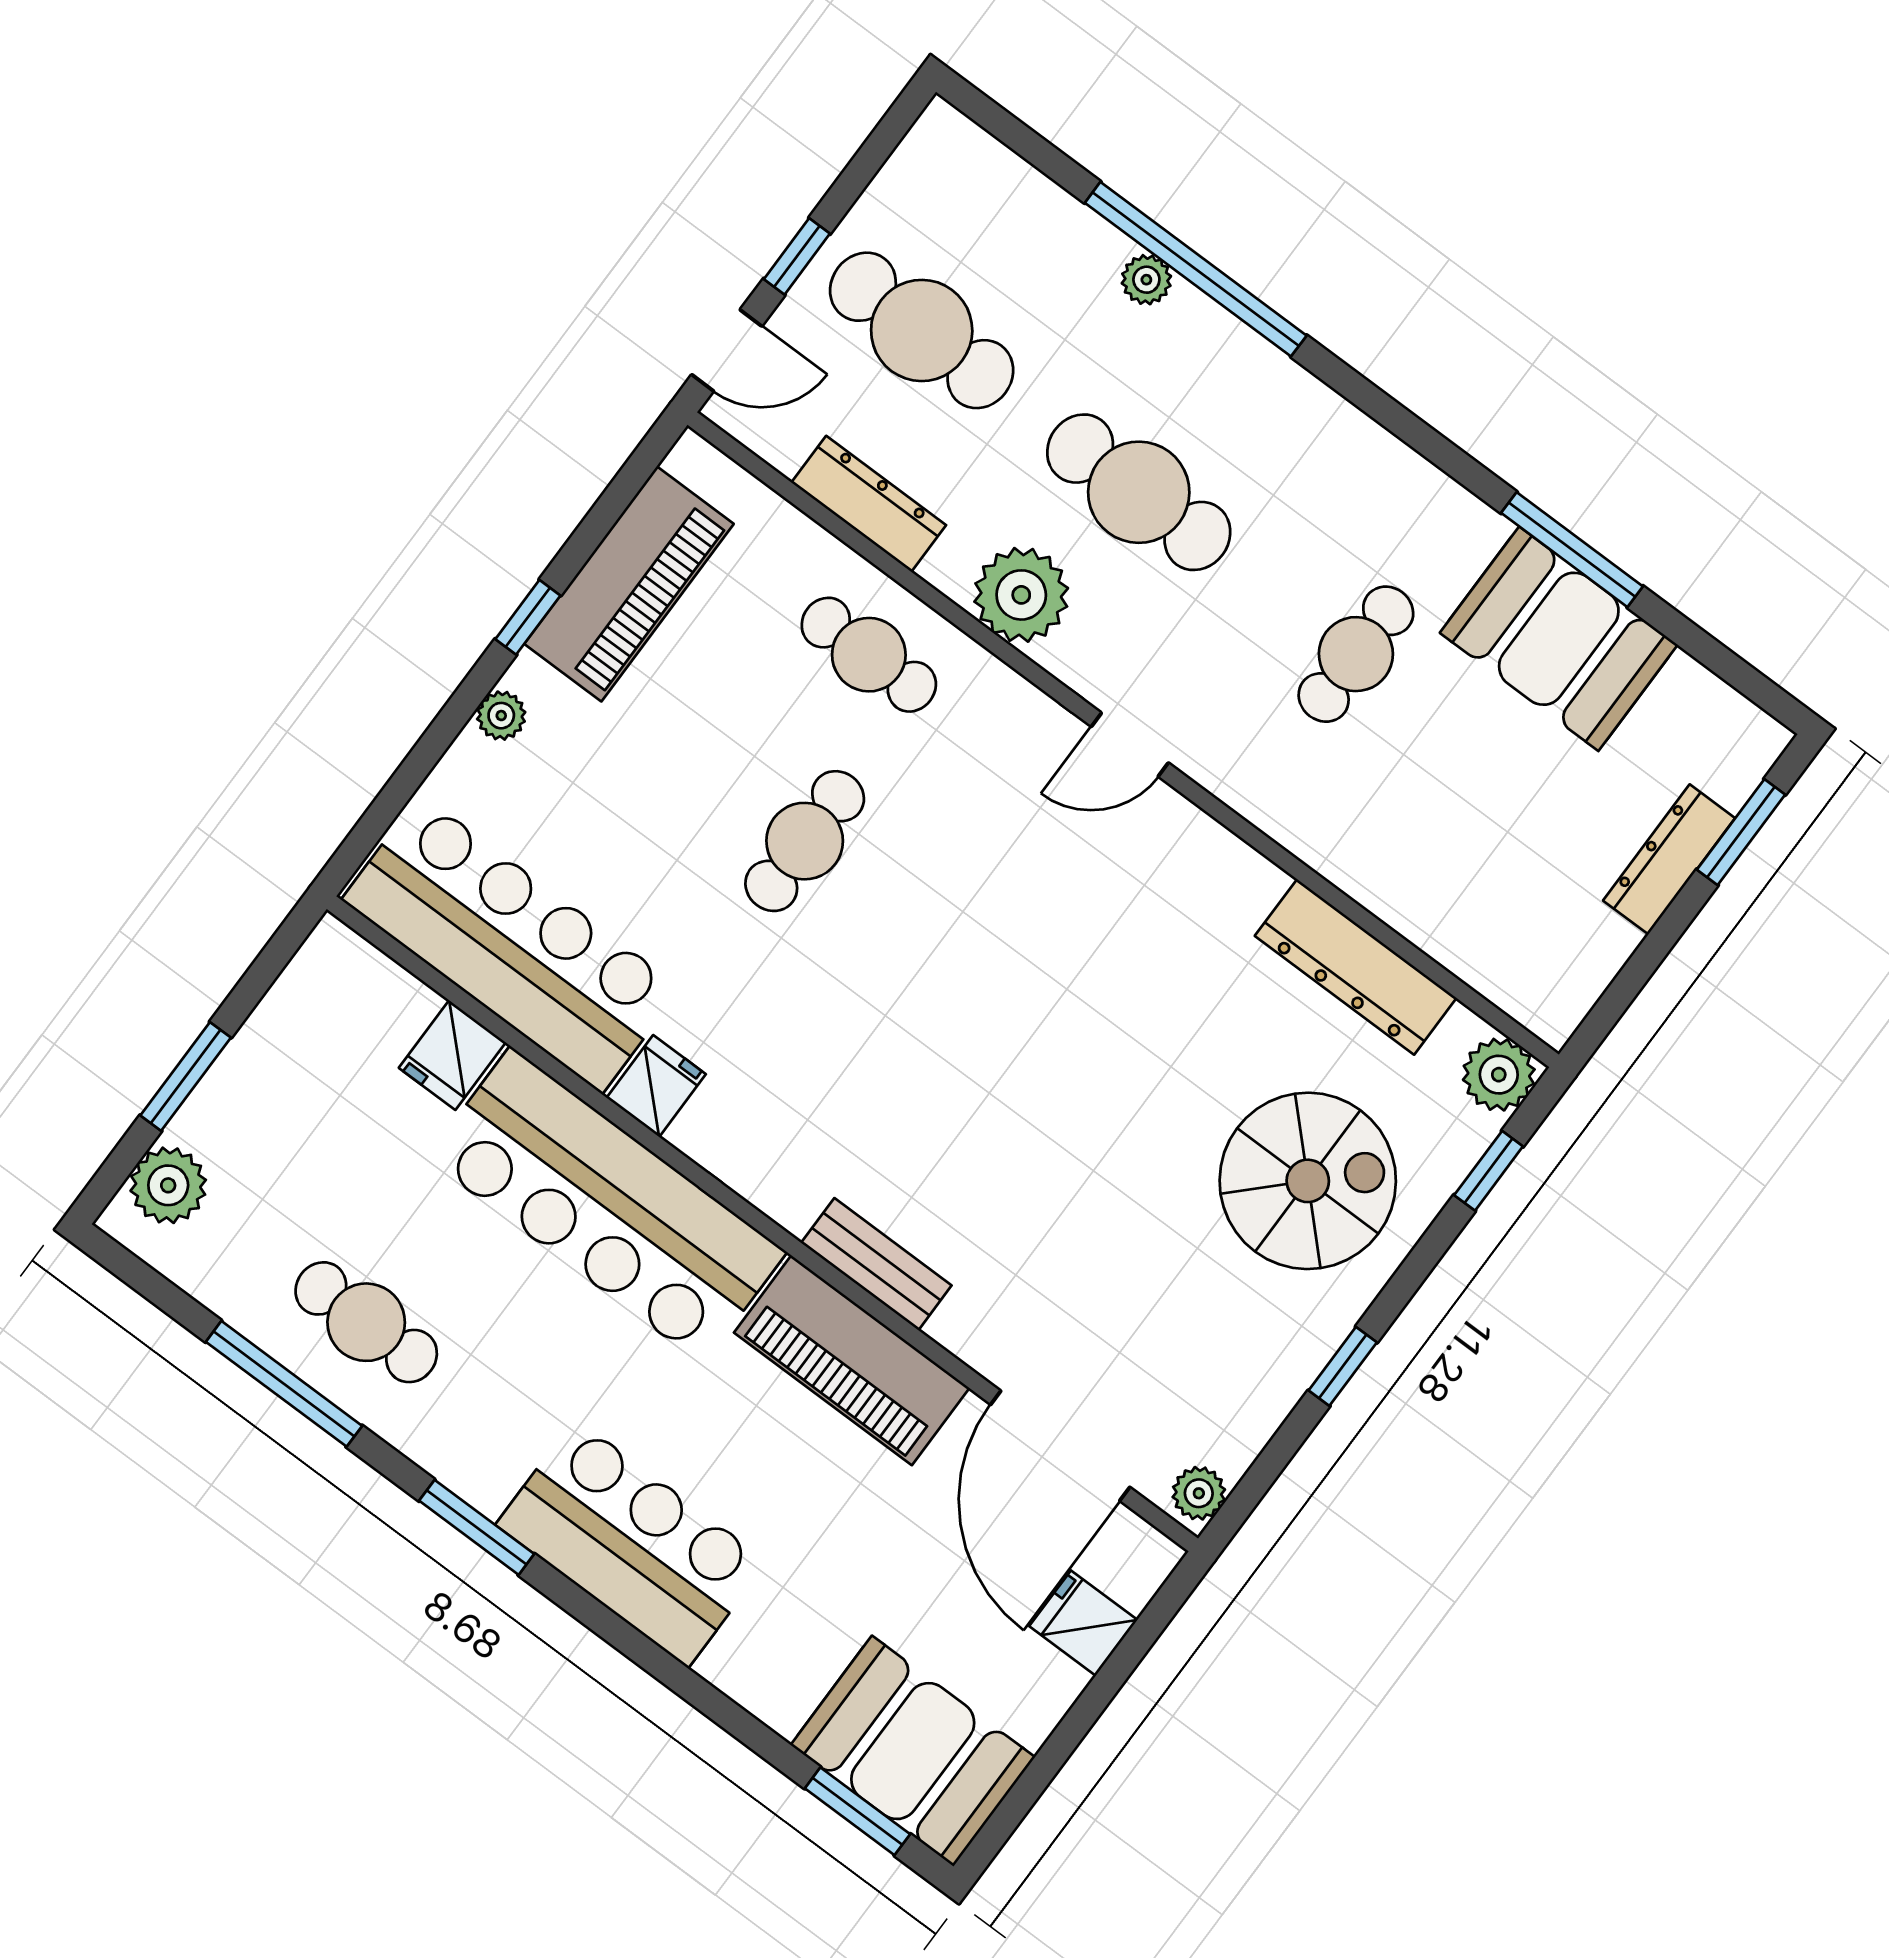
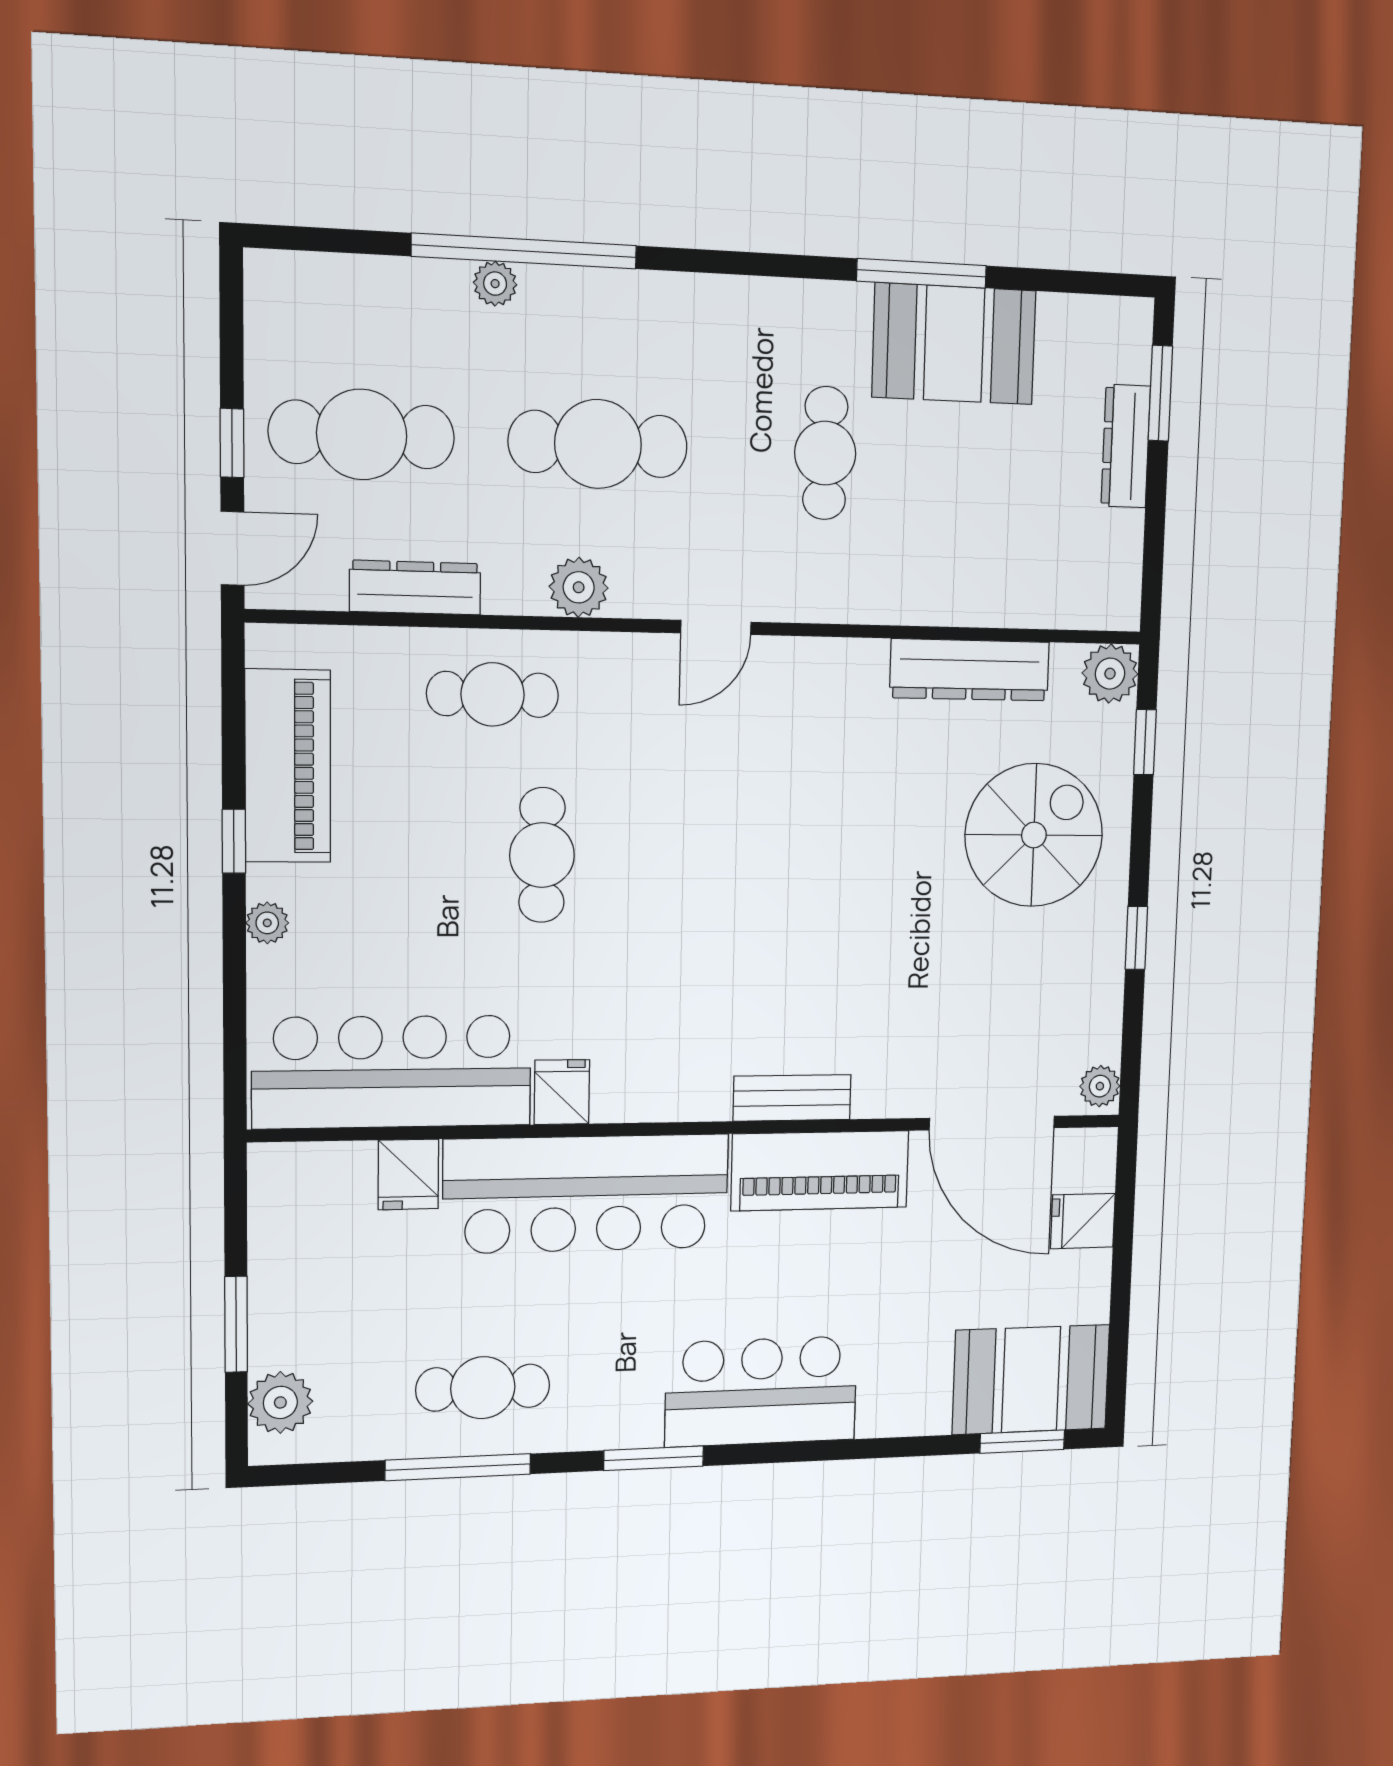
plant: (1021, 595) -> (579, 587), width x0.73, depth x0.73

